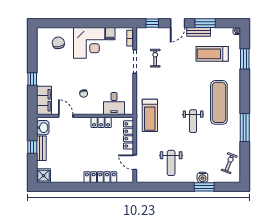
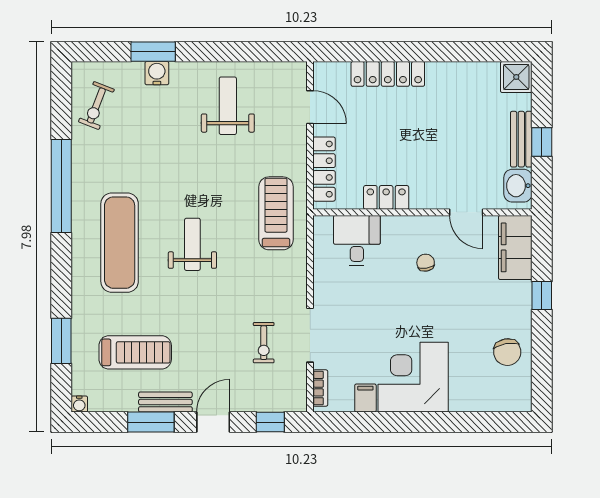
chair: (58, 43) -> (507, 352), moved
weight bench: (193, 121) -> (192, 244), moved
window: (245, 127) -> (61, 186), width x1.46

